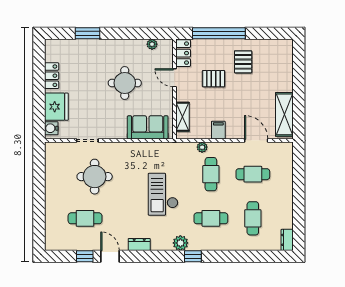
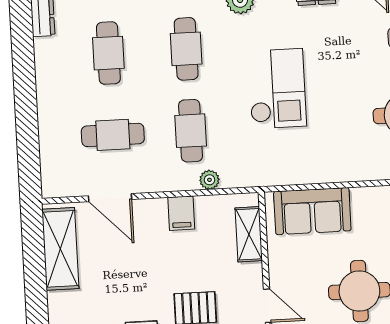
cafe table: (211, 218) -> (186, 49), turned 90

